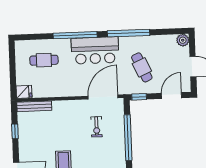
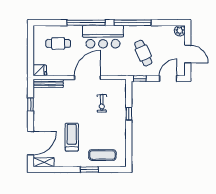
door: (103, 97) -> (88, 78), moved
window: (128, 138) -> (129, 114), width x0.32

